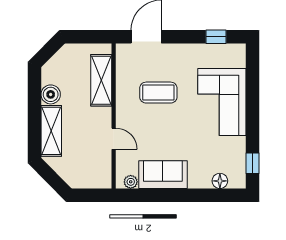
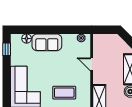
sofa: (163, 175) -> (47, 42), moved

